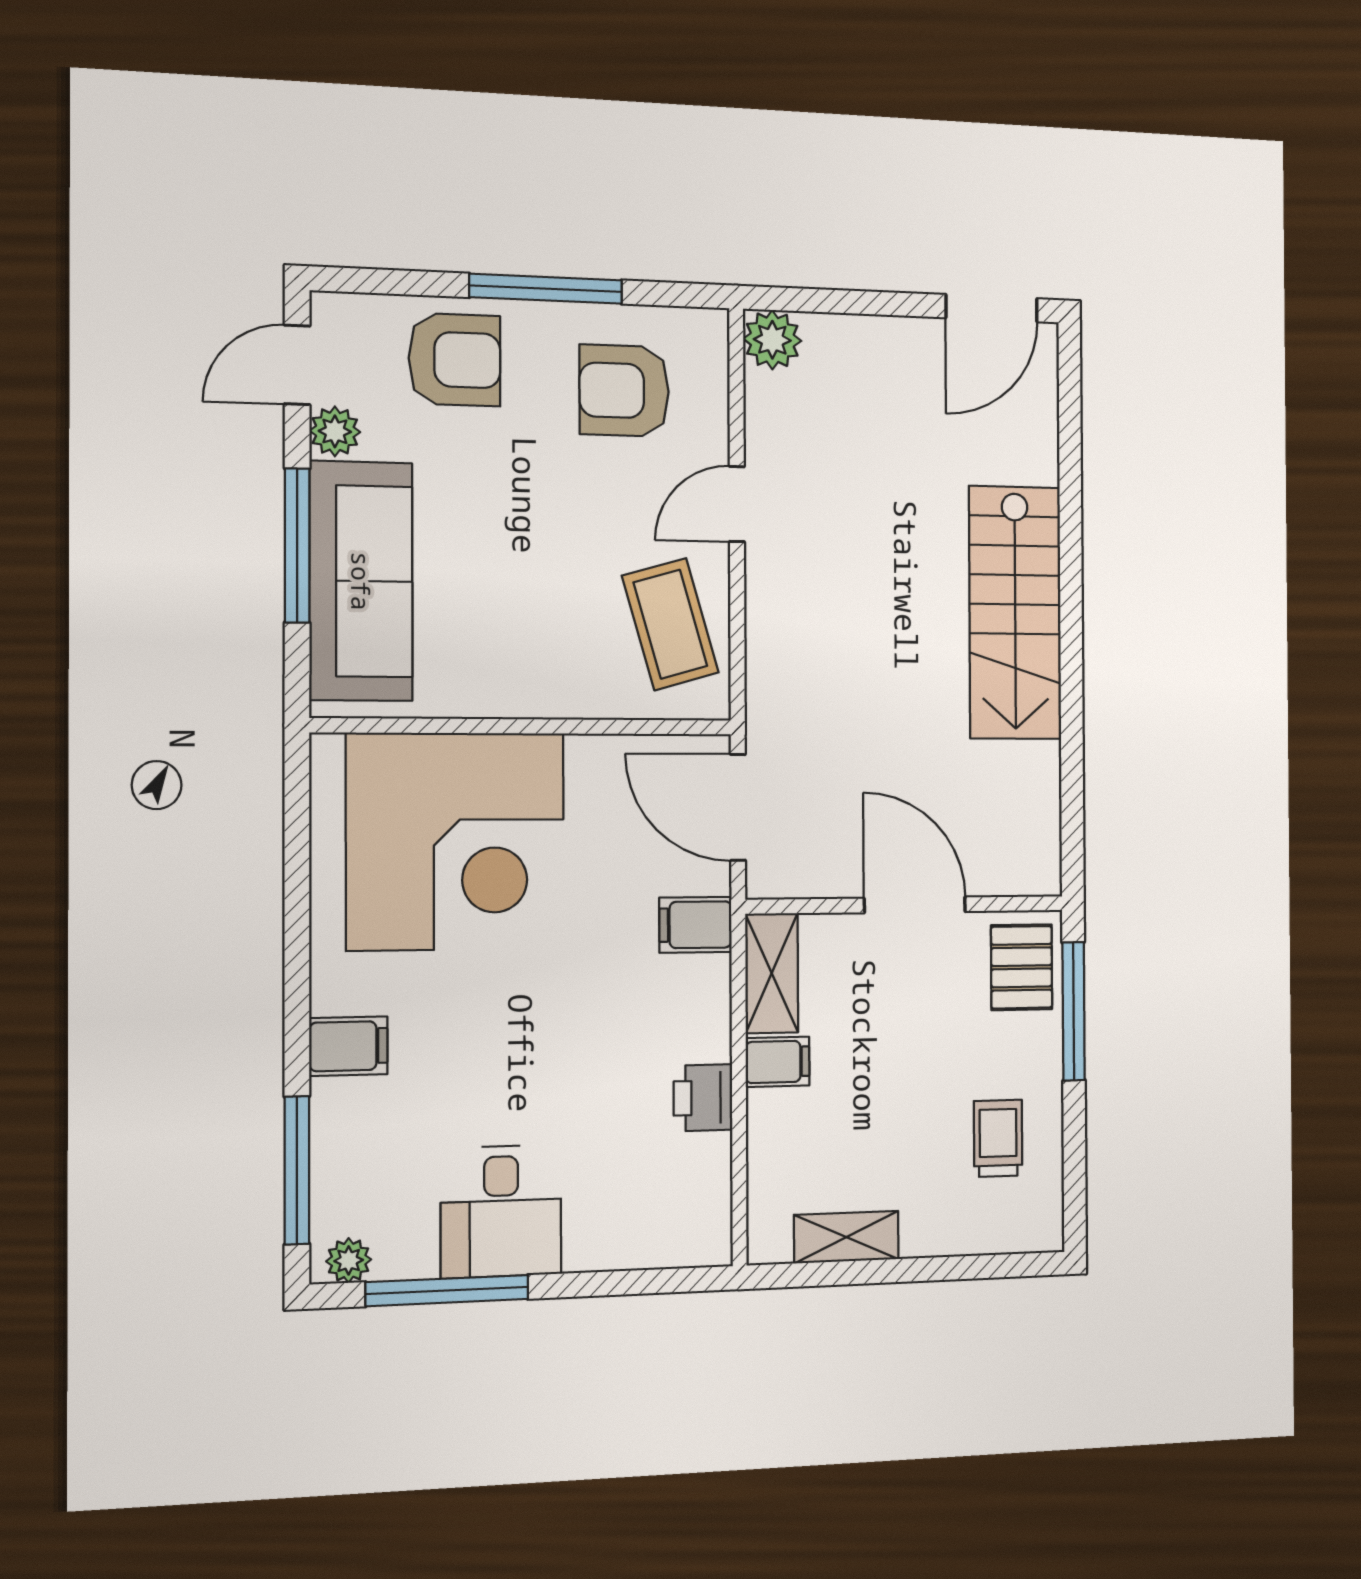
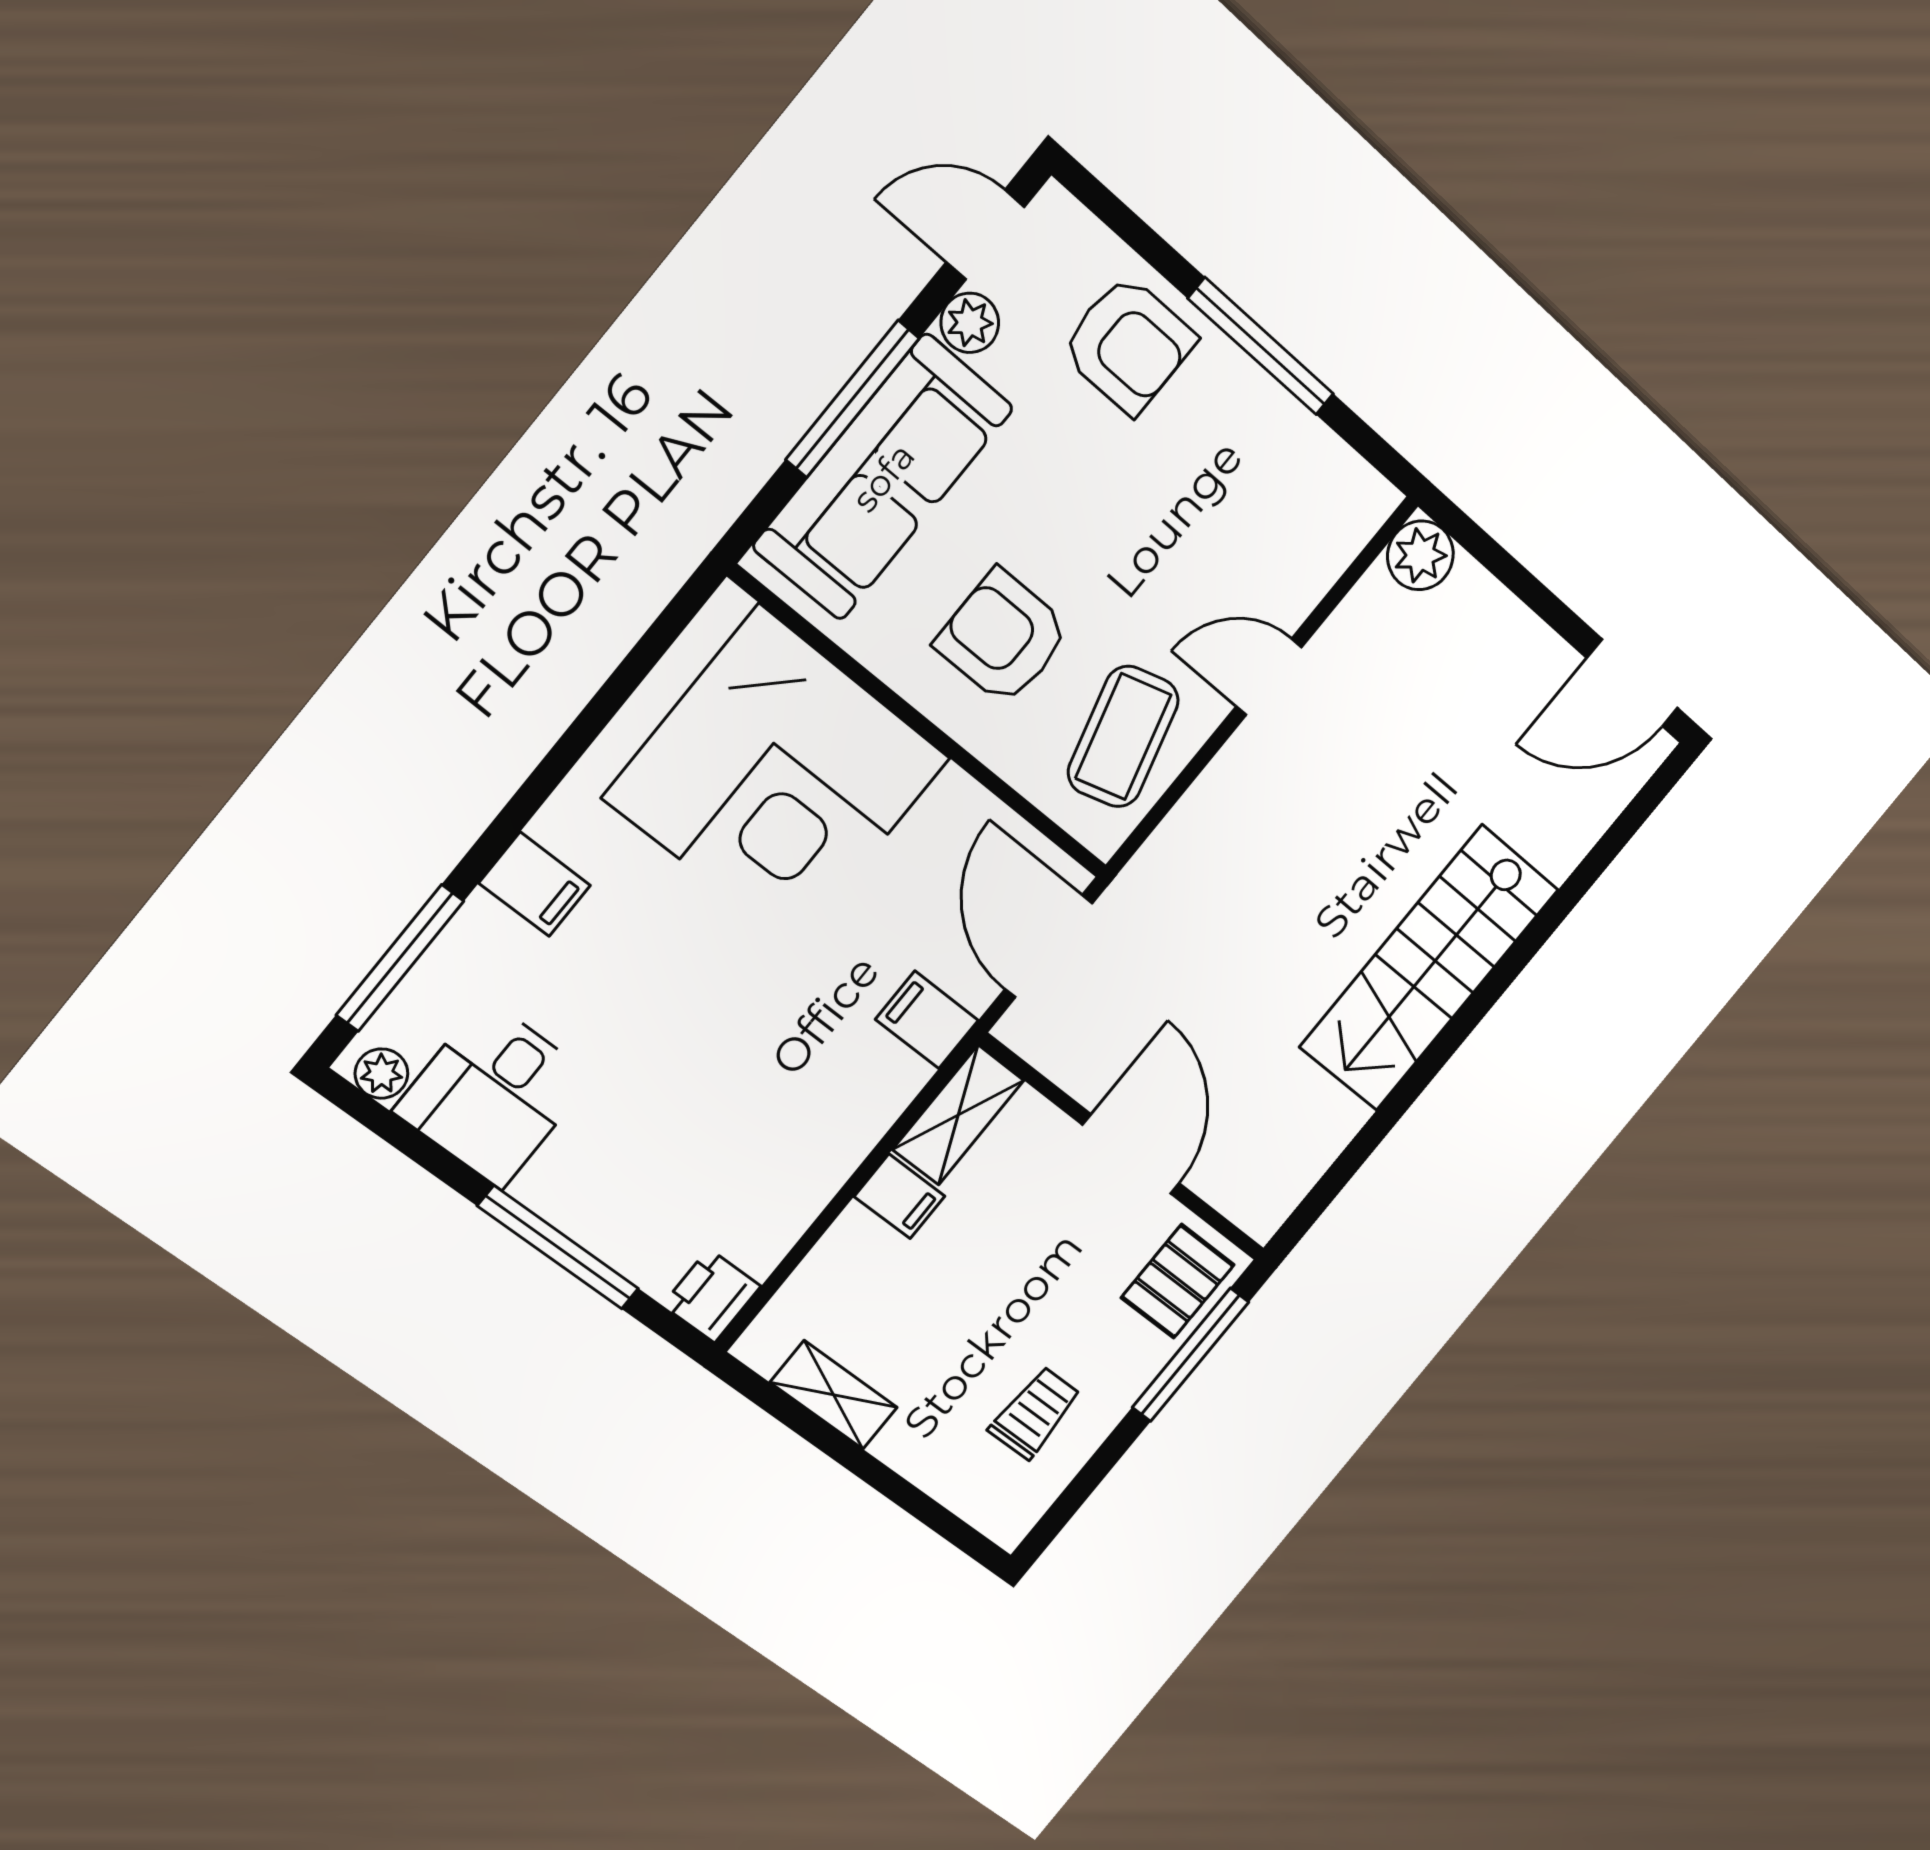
armchair: (624, 391) -> (1003, 637), moved
printer: (703, 1098) -> (712, 1296), moved
desk: (501, 1211) -> (493, 1094), moved
window: (447, 1291) -> (558, 1248), moved

